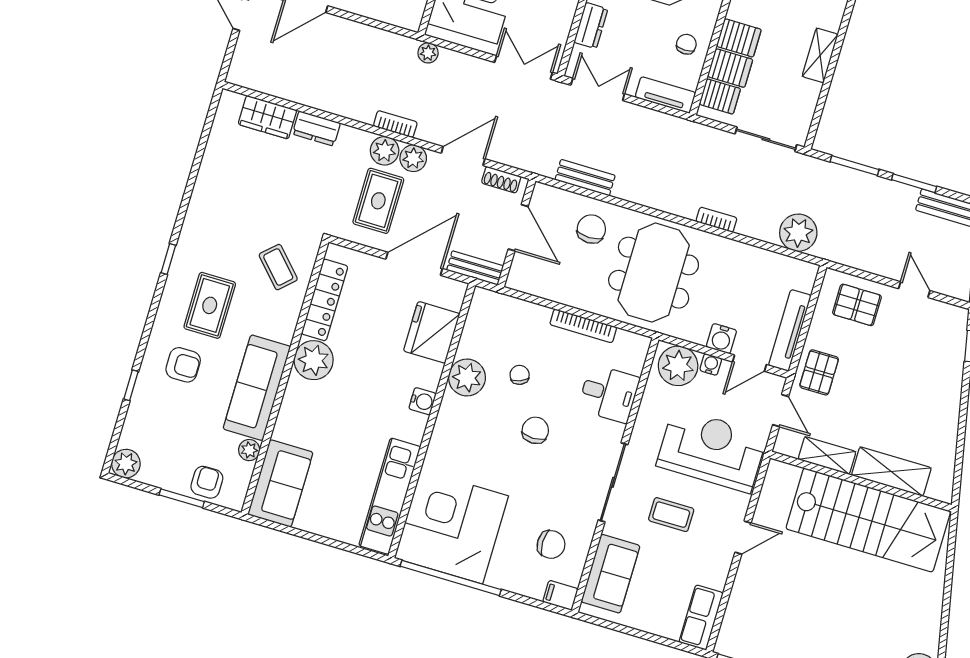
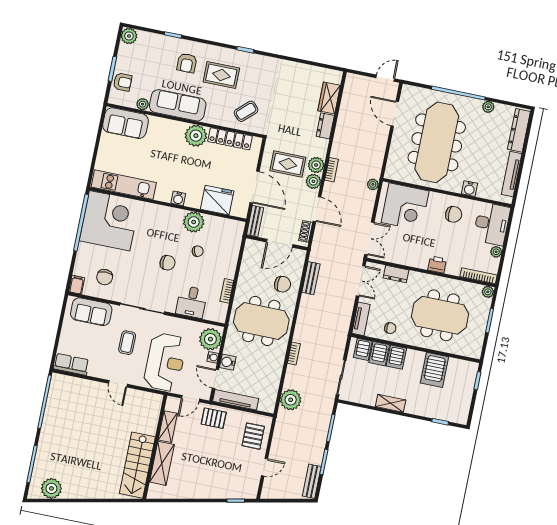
bookcase: (583, 326) -> (227, 291), width x0.64
stairs: (868, 520) -> (137, 465), width x0.73, depth x0.66

